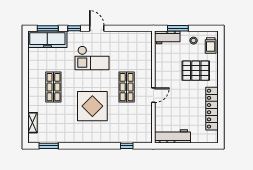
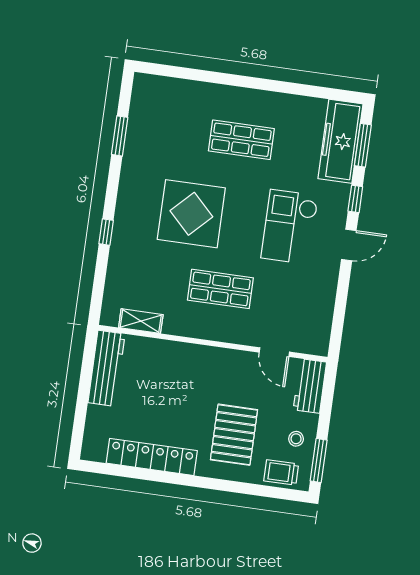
window: (178, 28) -> (319, 461), moved
door: (153, 95) -> (274, 352), moved
shelving: (33, 123) -> (141, 321), moved
window: (49, 146) -> (120, 136), moved
window: (127, 146) -> (106, 232), moved

